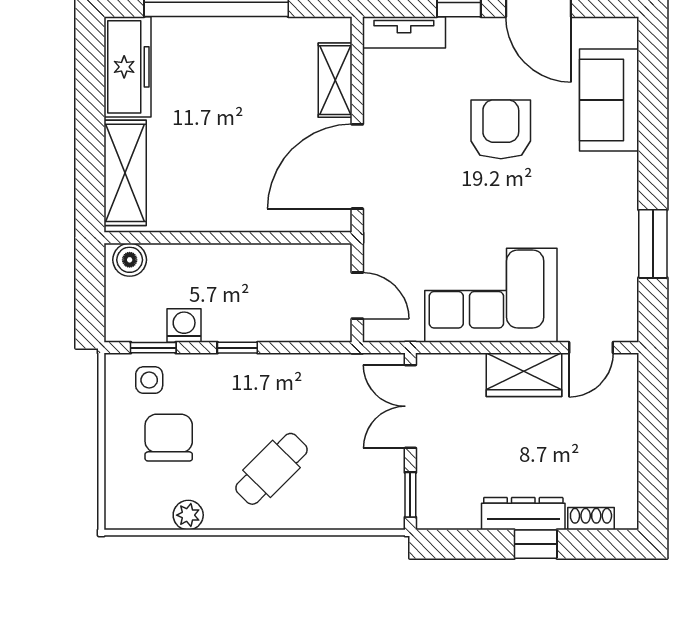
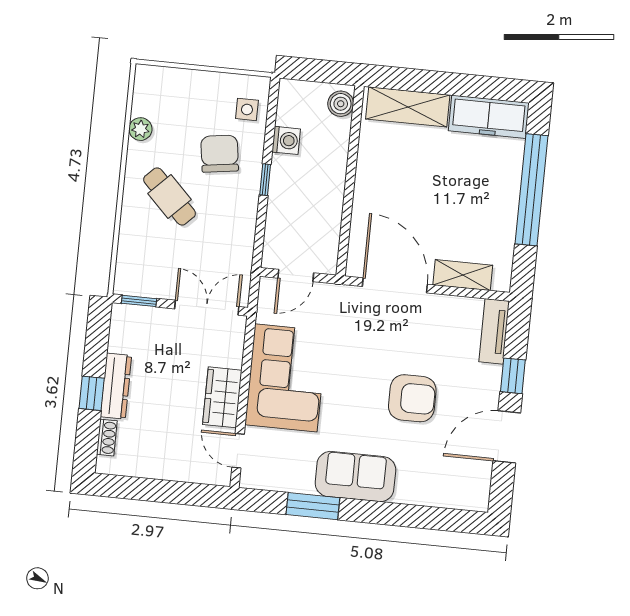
sofa: (609, 100) -> (355, 477), moved
window: (153, 348) -> (272, 115), removed
chair: (169, 438) -> (220, 154), moved, turned -98

